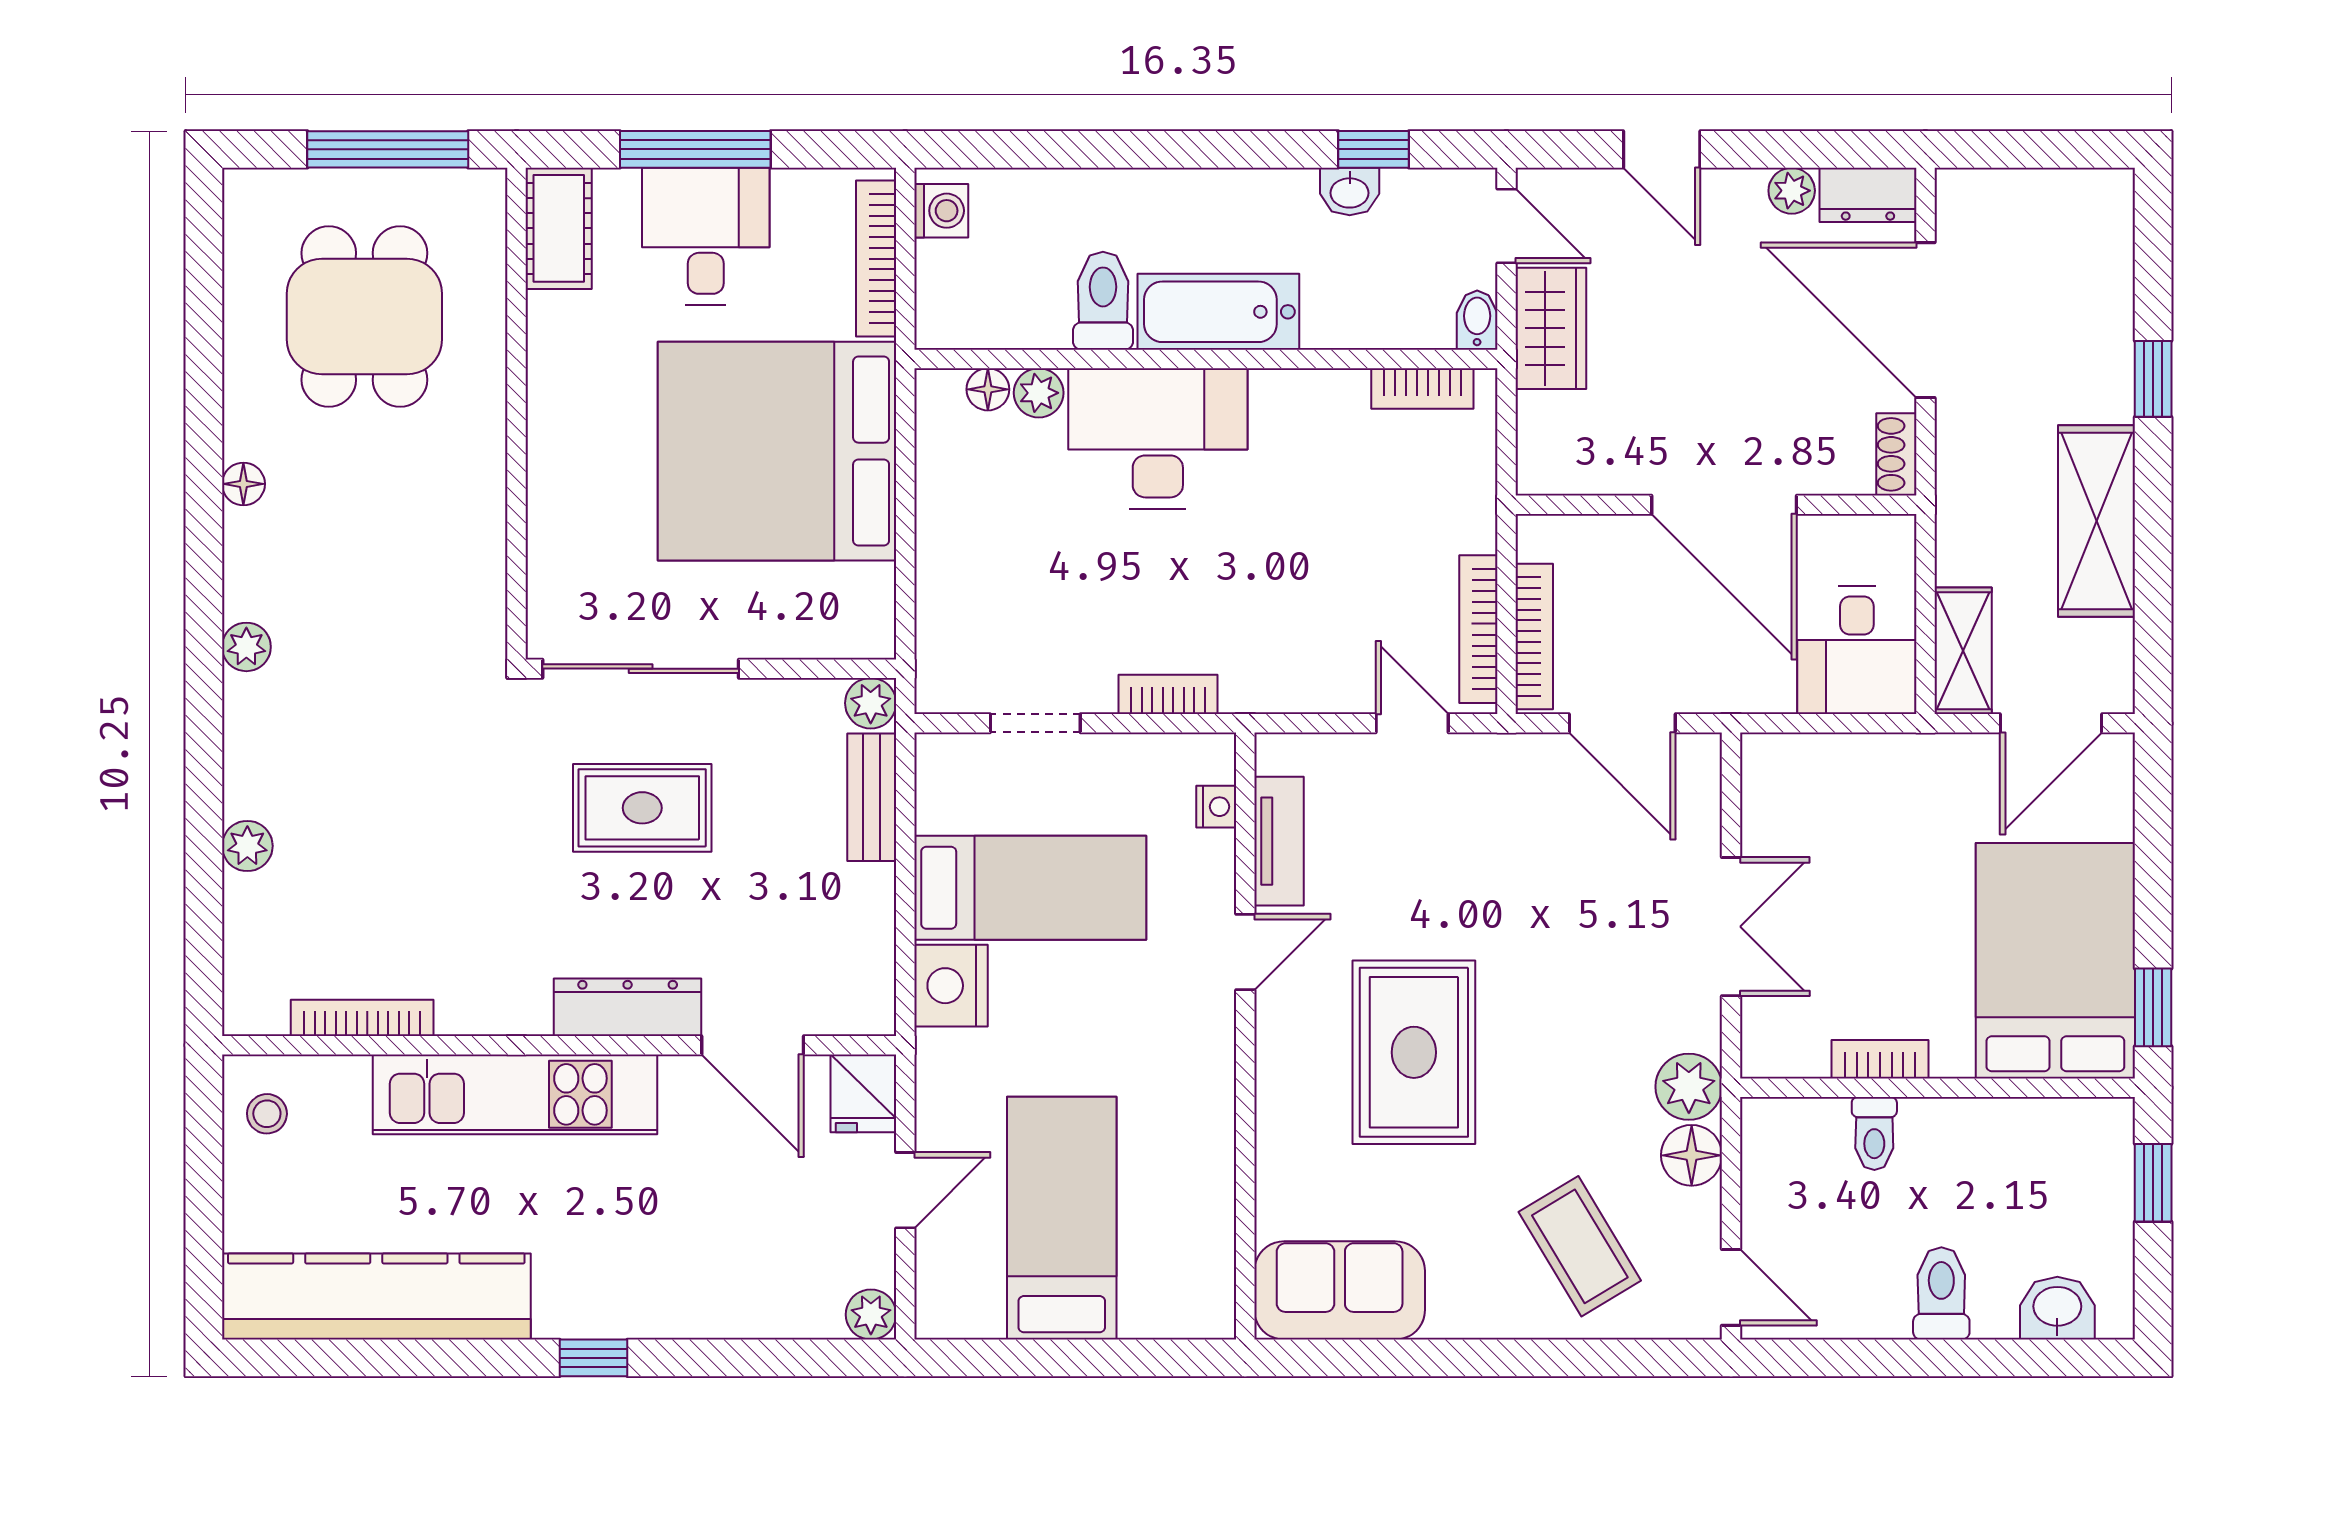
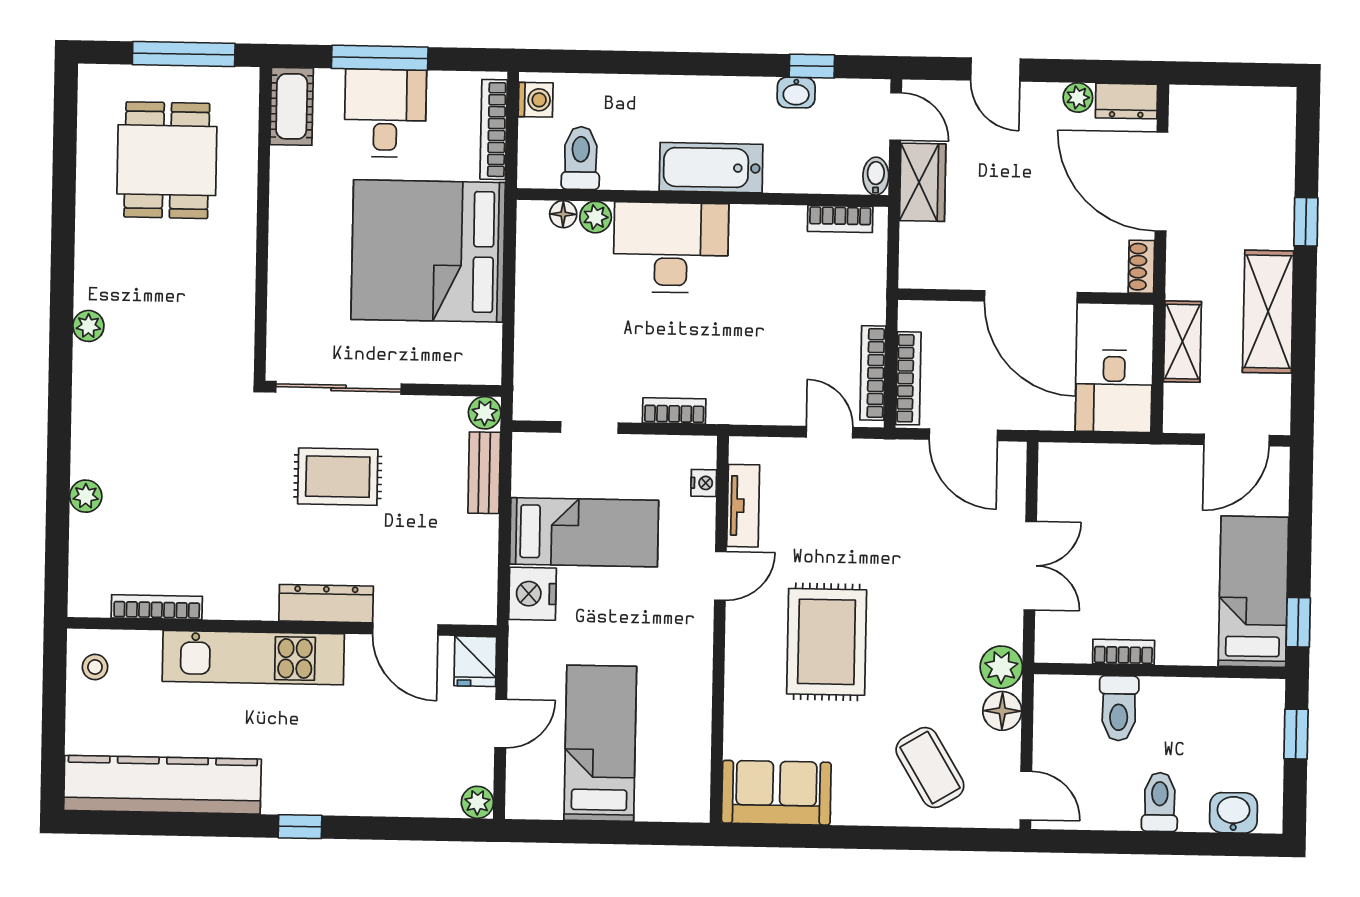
toilet: (1103, 301) -> (581, 158), moved
floor lamp: (243, 484) -> (88, 265), removed
plant: (246, 647) -> (88, 326), moved
shelving: (1963, 651) -> (1182, 342), moved
bed: (2055, 961) -> (1253, 592), width x0.67
toilet: (1874, 1133) -> (1119, 708), width x1.37, depth x1.39

